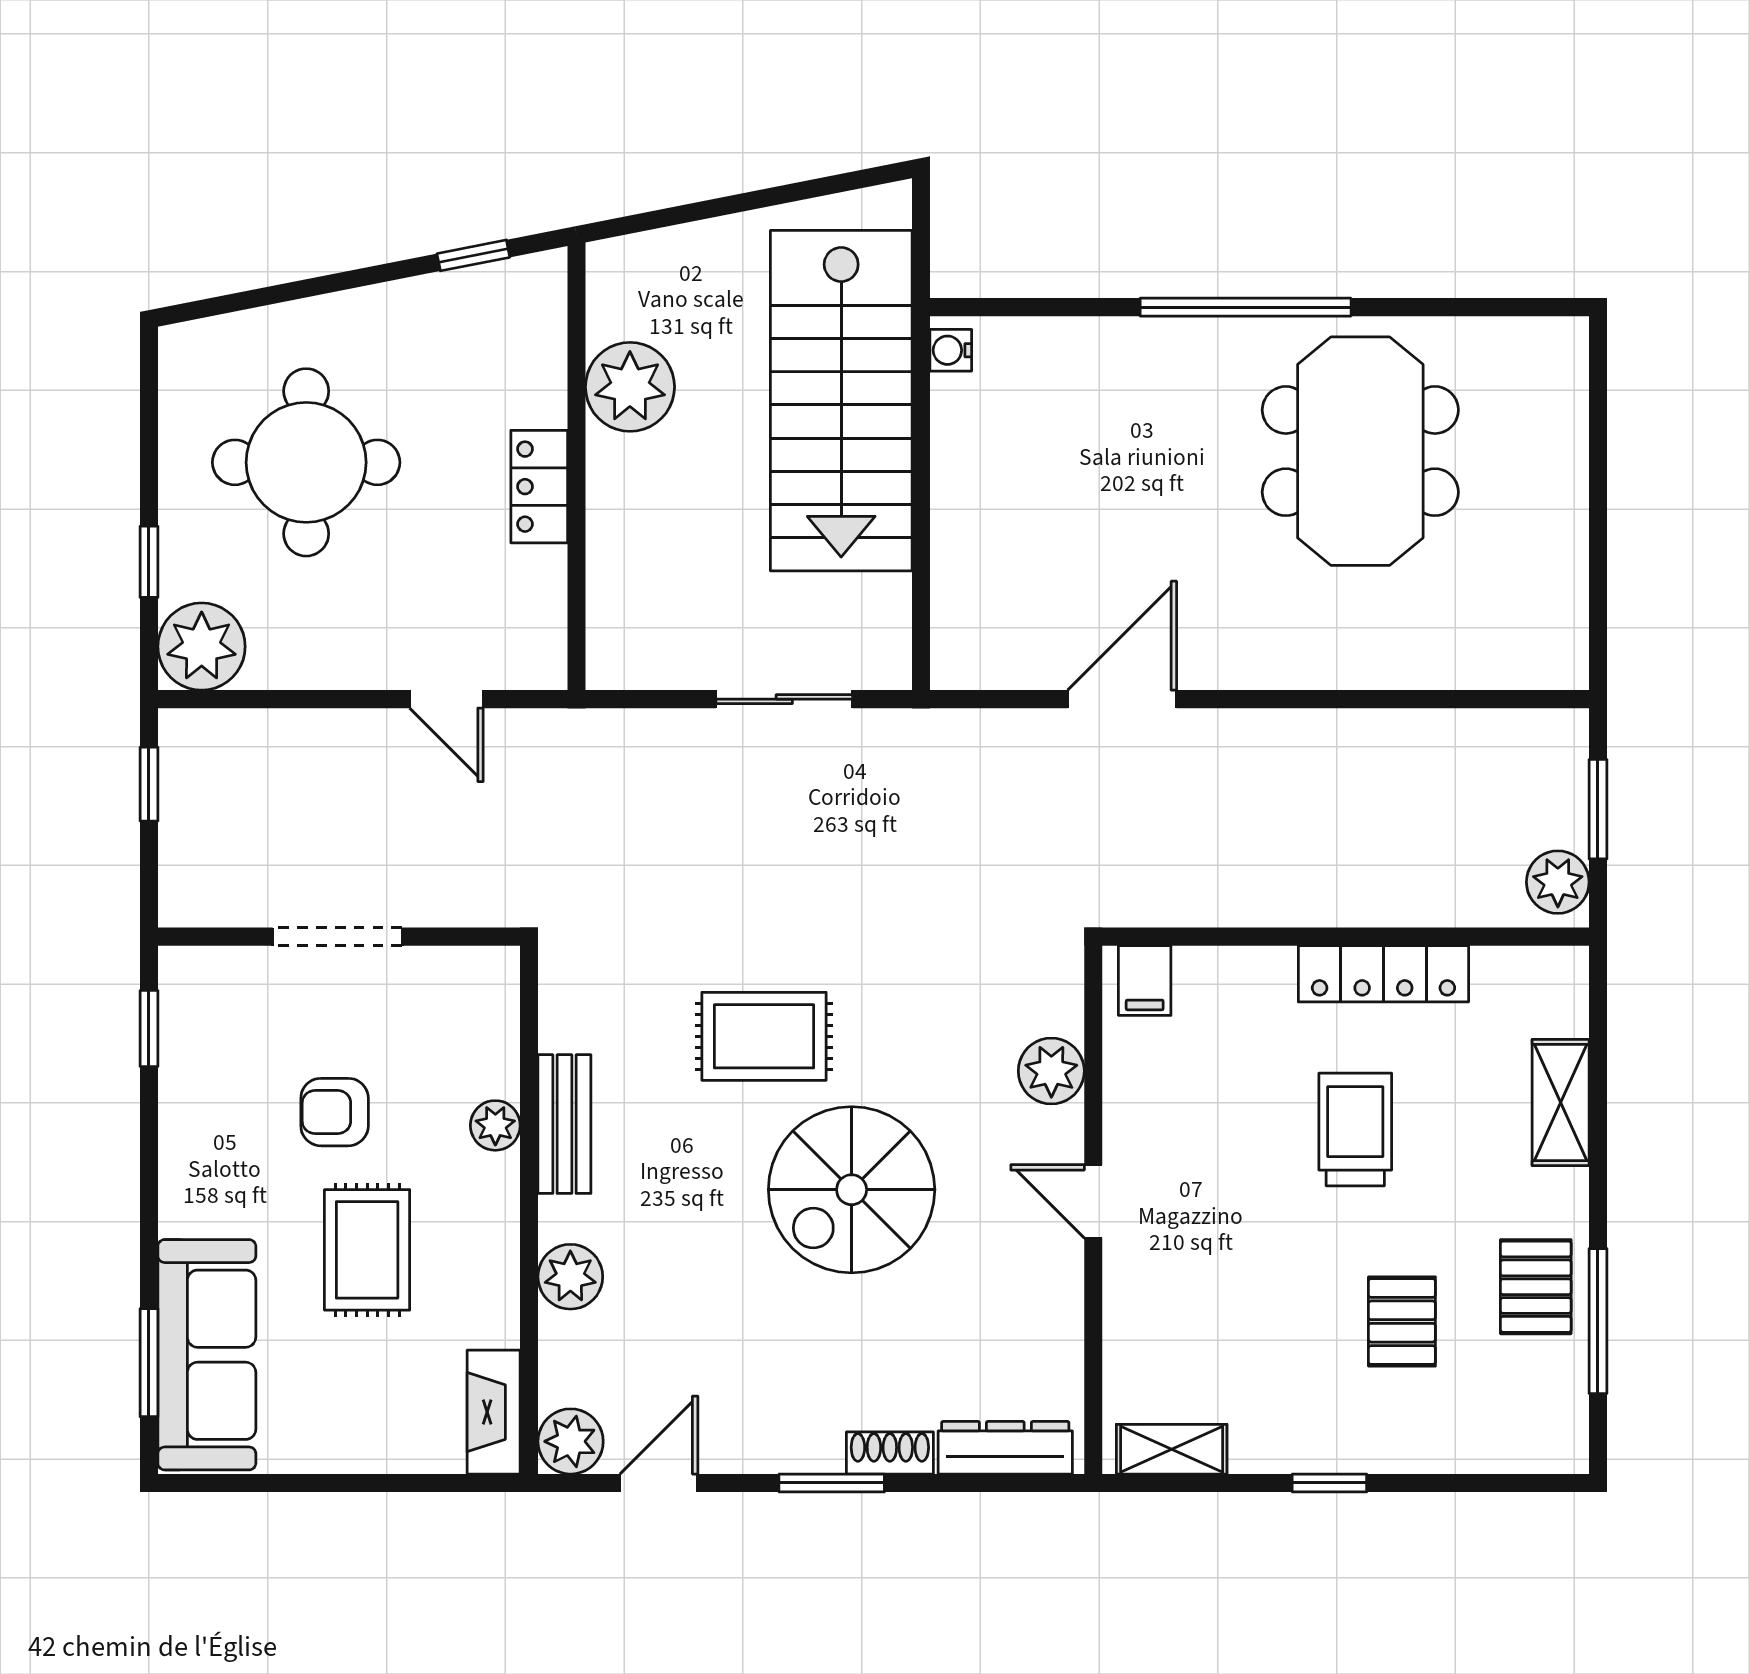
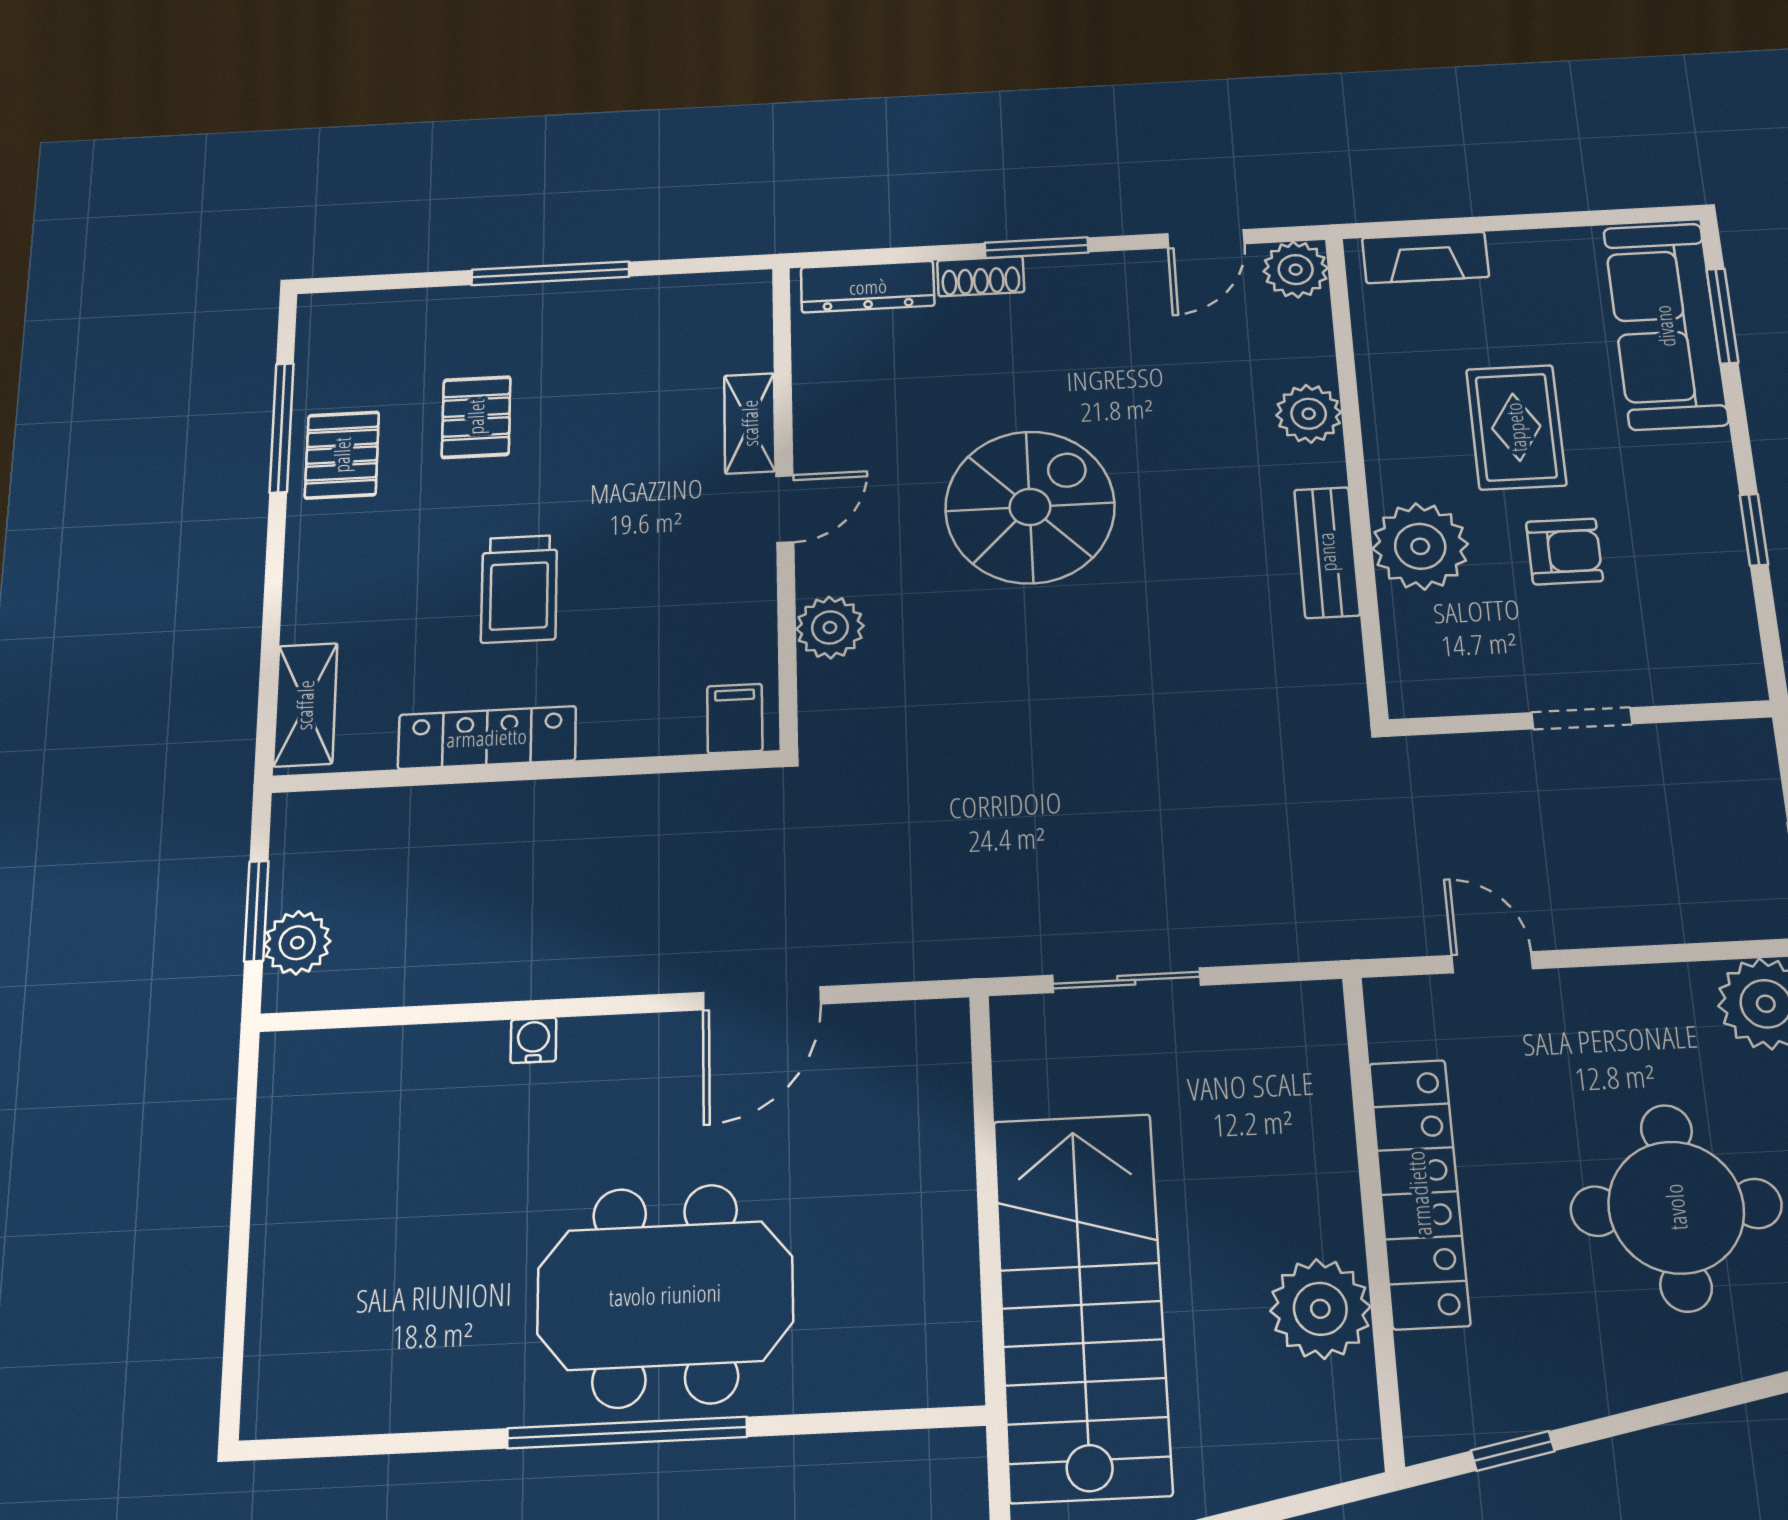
water cooler: (951, 350) -> (533, 1040), moved, turned -90
meeting table: (1360, 451) -> (665, 1295), moved, turned 90
locker: (539, 487) -> (1419, 1193), width x2.16, depth x1.21
plant: (1558, 882) -> (297, 943), moved
doorway: (337, 937) -> (1582, 718), width x0.73
window: (149, 1029) -> (1754, 530), moved
rug: (764, 1036) -> (1128, 645), removed
shelving: (1561, 1103) -> (305, 705), moved
plant: (495, 1125) -> (1420, 546), width x1.87, depth x1.87
door: (1093, 1201) -> (785, 509), hinge flipped
fireplace: (494, 1412) -> (1425, 257), moved, turned 90
shelving: (1172, 1449) -> (750, 423), moved, turned 90
window: (1329, 1483) -> (550, 273), width x2.17

